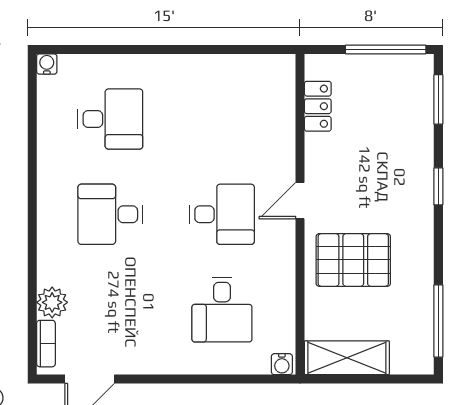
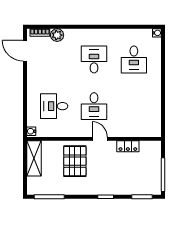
locker: (318, 106) -> (128, 146), moved

